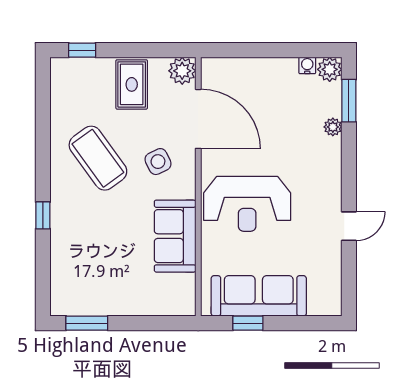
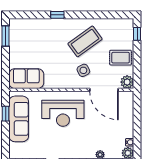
door: (198, 119) -> (104, 90), hinge flipped
reception desk: (247, 204) -> (63, 113), turned -90
sofa: (175, 236) -> (26, 79), moved

